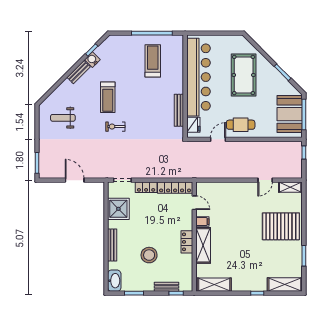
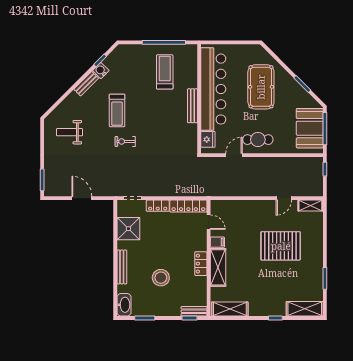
bench: (179, 110) -> (193, 106), moved
pallet: (281, 226) -> (281, 246), moved
bench: (167, 287) -> (194, 311), moved

